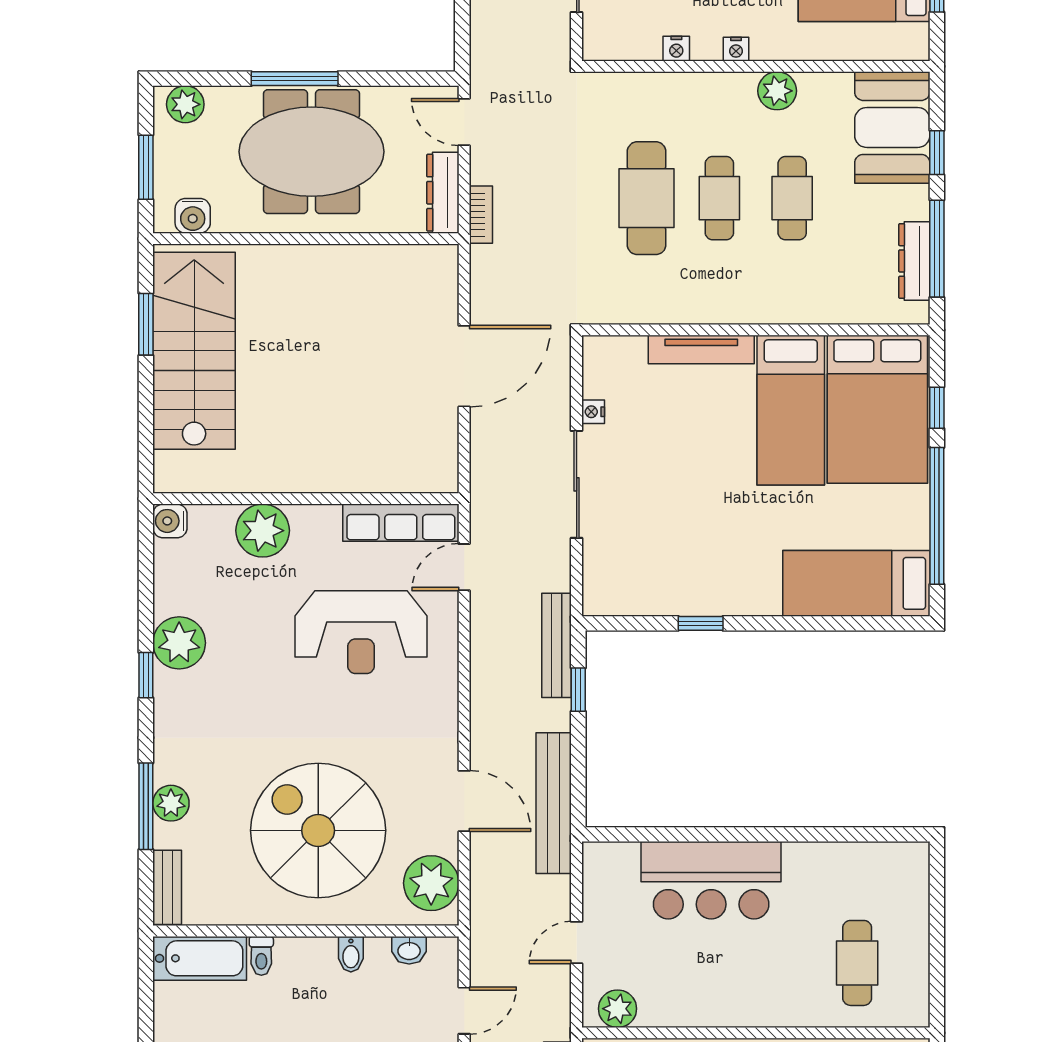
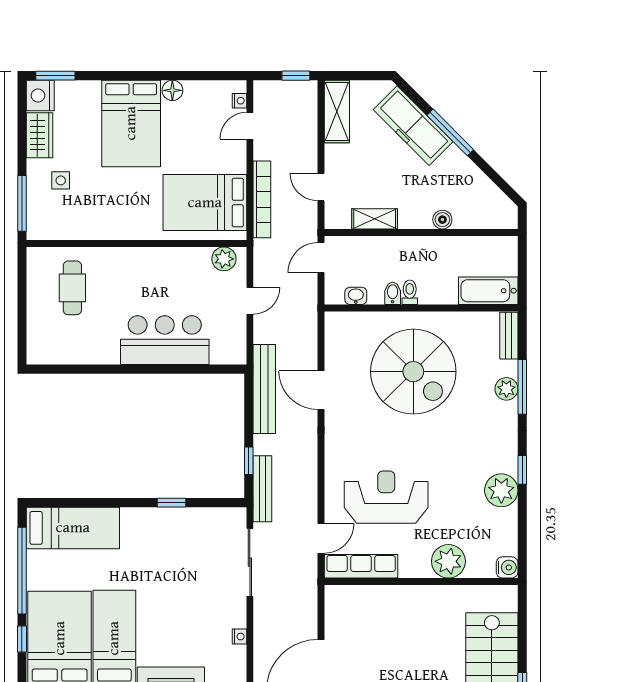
sliding door: (577, 484) -> (250, 562), moved
plant: (431, 883) -> (342, 338), removed
toilet: (261, 956) -> (410, 292), moved

